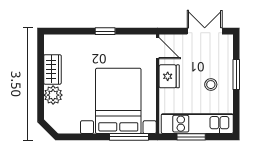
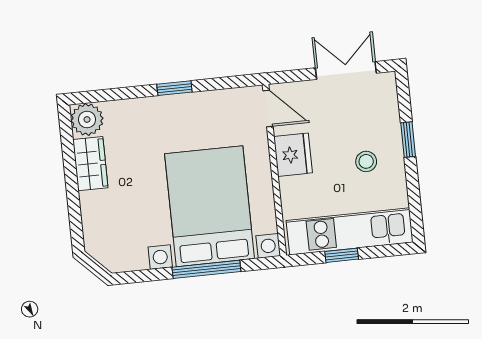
window: (236, 74) -> (408, 140), width x0.67
plant: (53, 95) -> (87, 119), moved
window: (129, 137) -> (206, 269), moved
window: (191, 137) -> (342, 255), width x0.67

